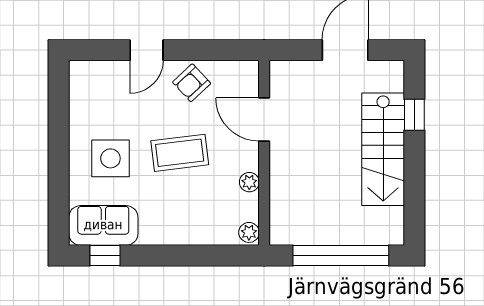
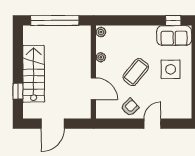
coffee table: (180, 153) -> (136, 72), turned -44

